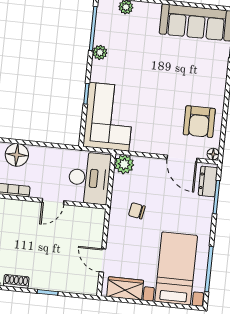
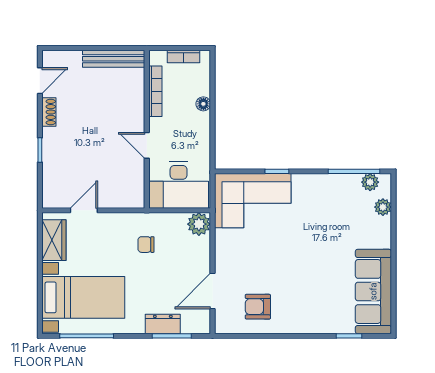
plant: (100, 52) -> (370, 182), moved
armchair: (199, 122) -> (258, 307), width x0.72, depth x0.72
floor lamp: (213, 154) -> (222, 327), removed
floor lamp: (17, 155) -> (203, 104), width x0.53, depth x0.53
dresser: (208, 181) -> (163, 324), moved
chair: (137, 211) -> (146, 245), turned -100

